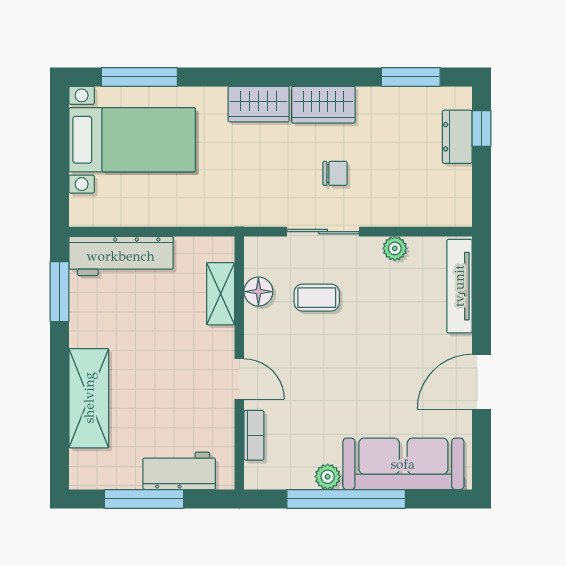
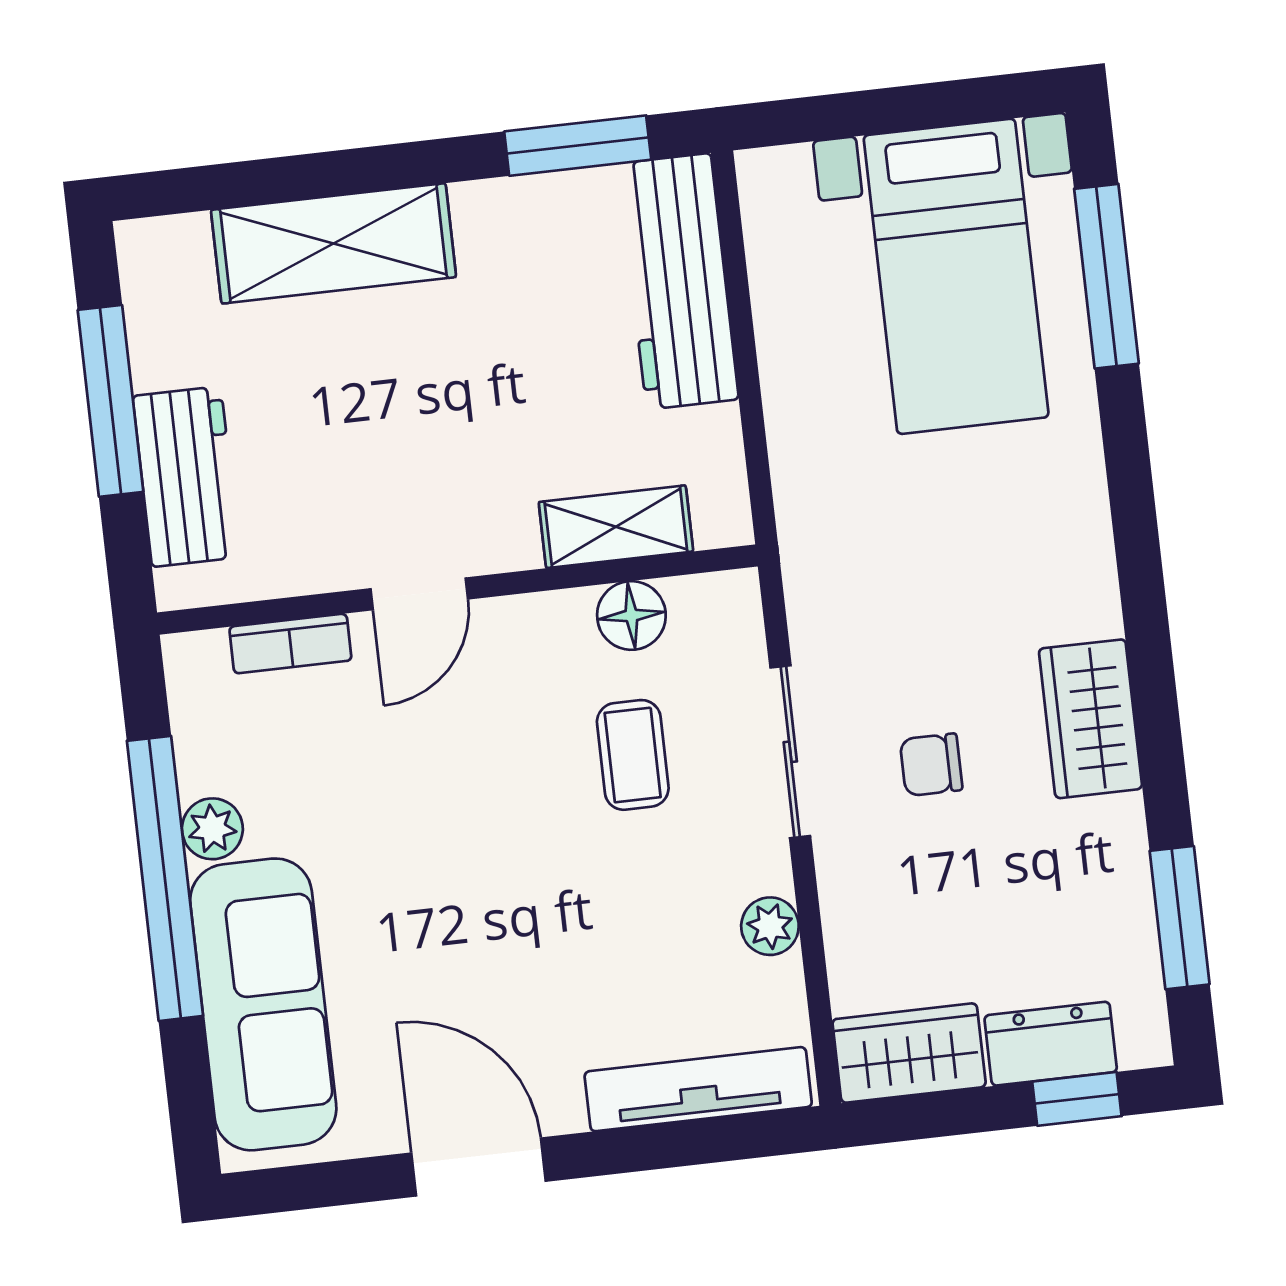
wardrobe: (259, 104) -> (909, 1053), moved, turned 90
chair: (335, 173) -> (931, 765), turned 90

